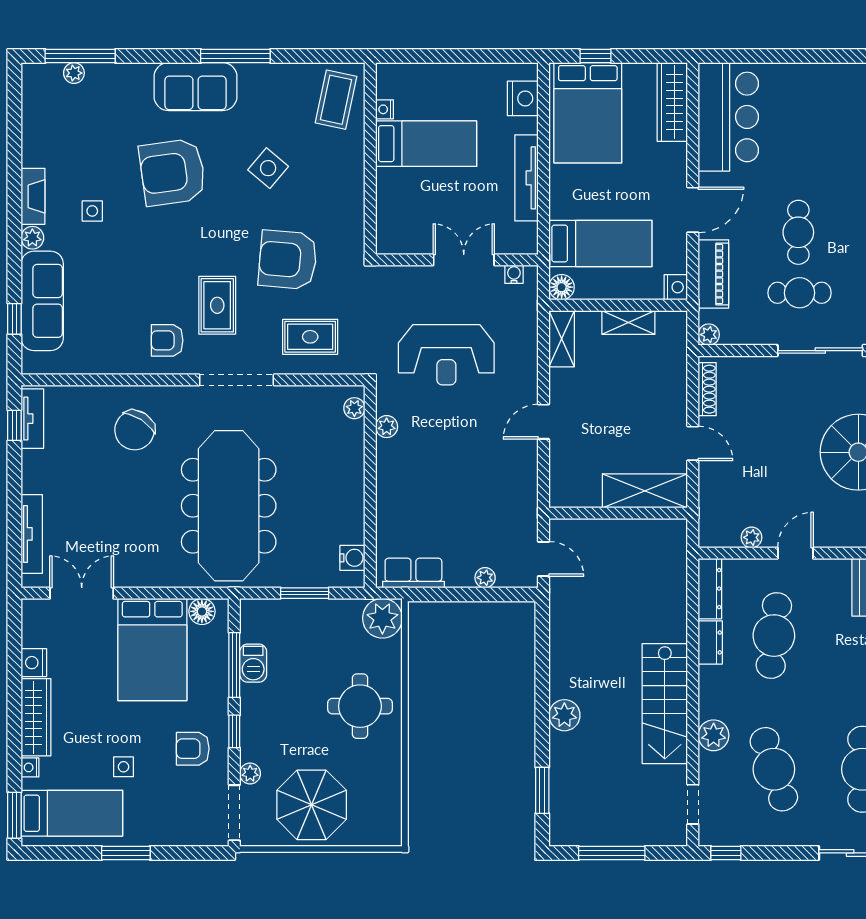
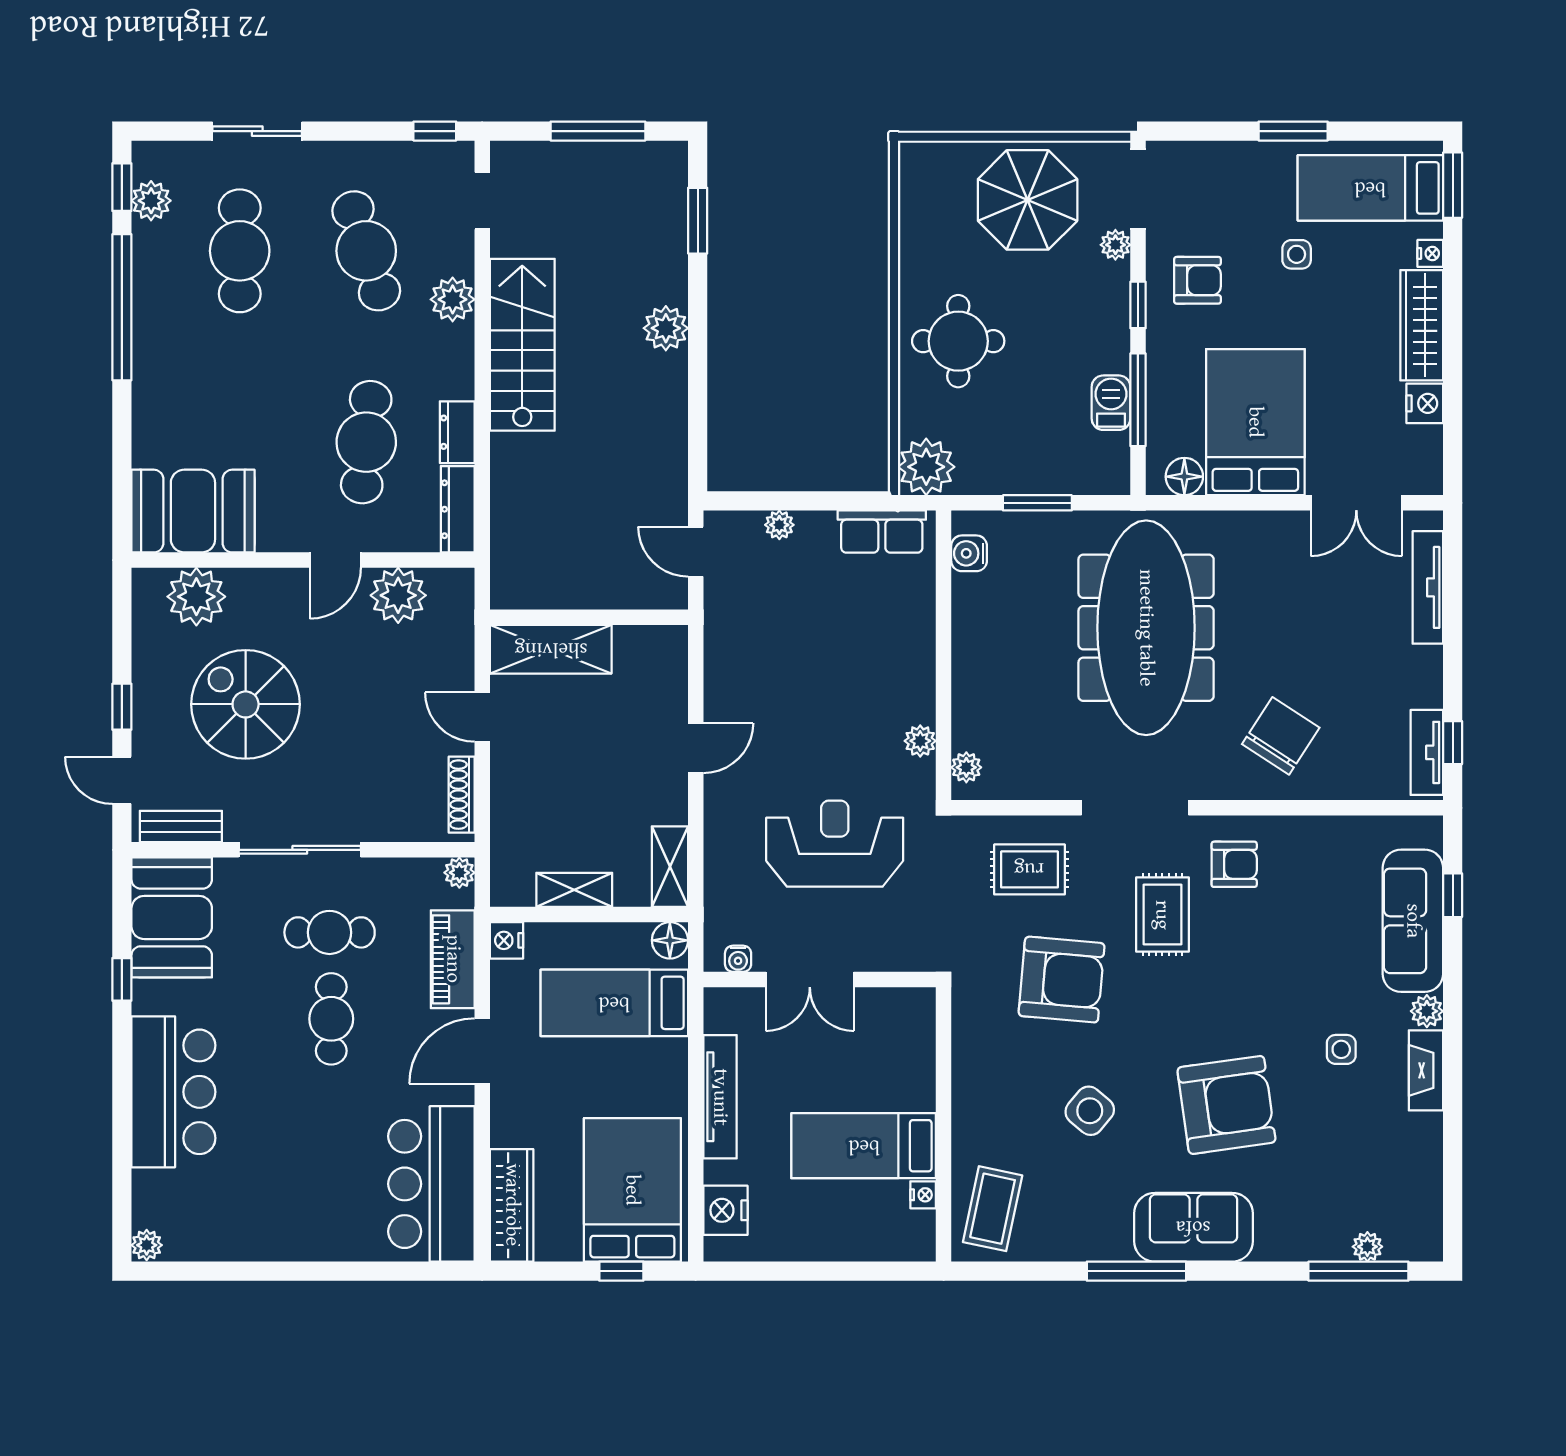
plant: (752, 537) -> (398, 595), width x1.88, depth x1.88

